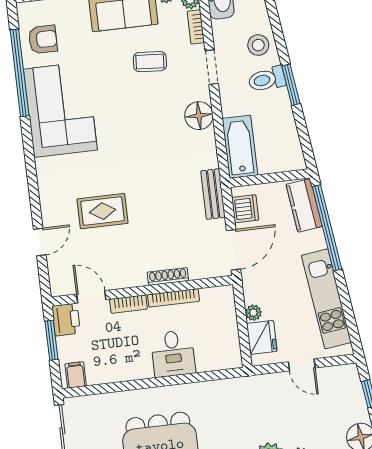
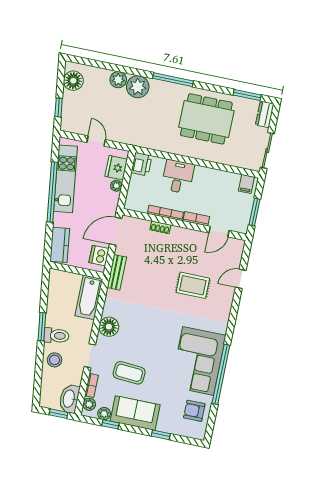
coffee table: (150, 62) -> (129, 373), width x1.36, depth x1.30
window: (20, 73) -> (221, 374), moved
window: (327, 228) -> (52, 192), moved
shoe rack: (168, 277) -> (160, 227), width x0.70
door: (91, 297) -> (219, 232), hinge flipped
printer: (66, 320) -> (141, 164), moved, turned 180

